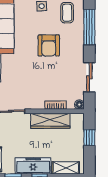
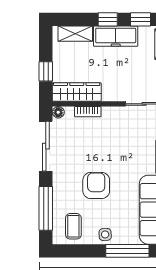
sliding door: (89, 77) -> (46, 146), width x1.37
wardrobe: (50, 121) -> (77, 92), moved

